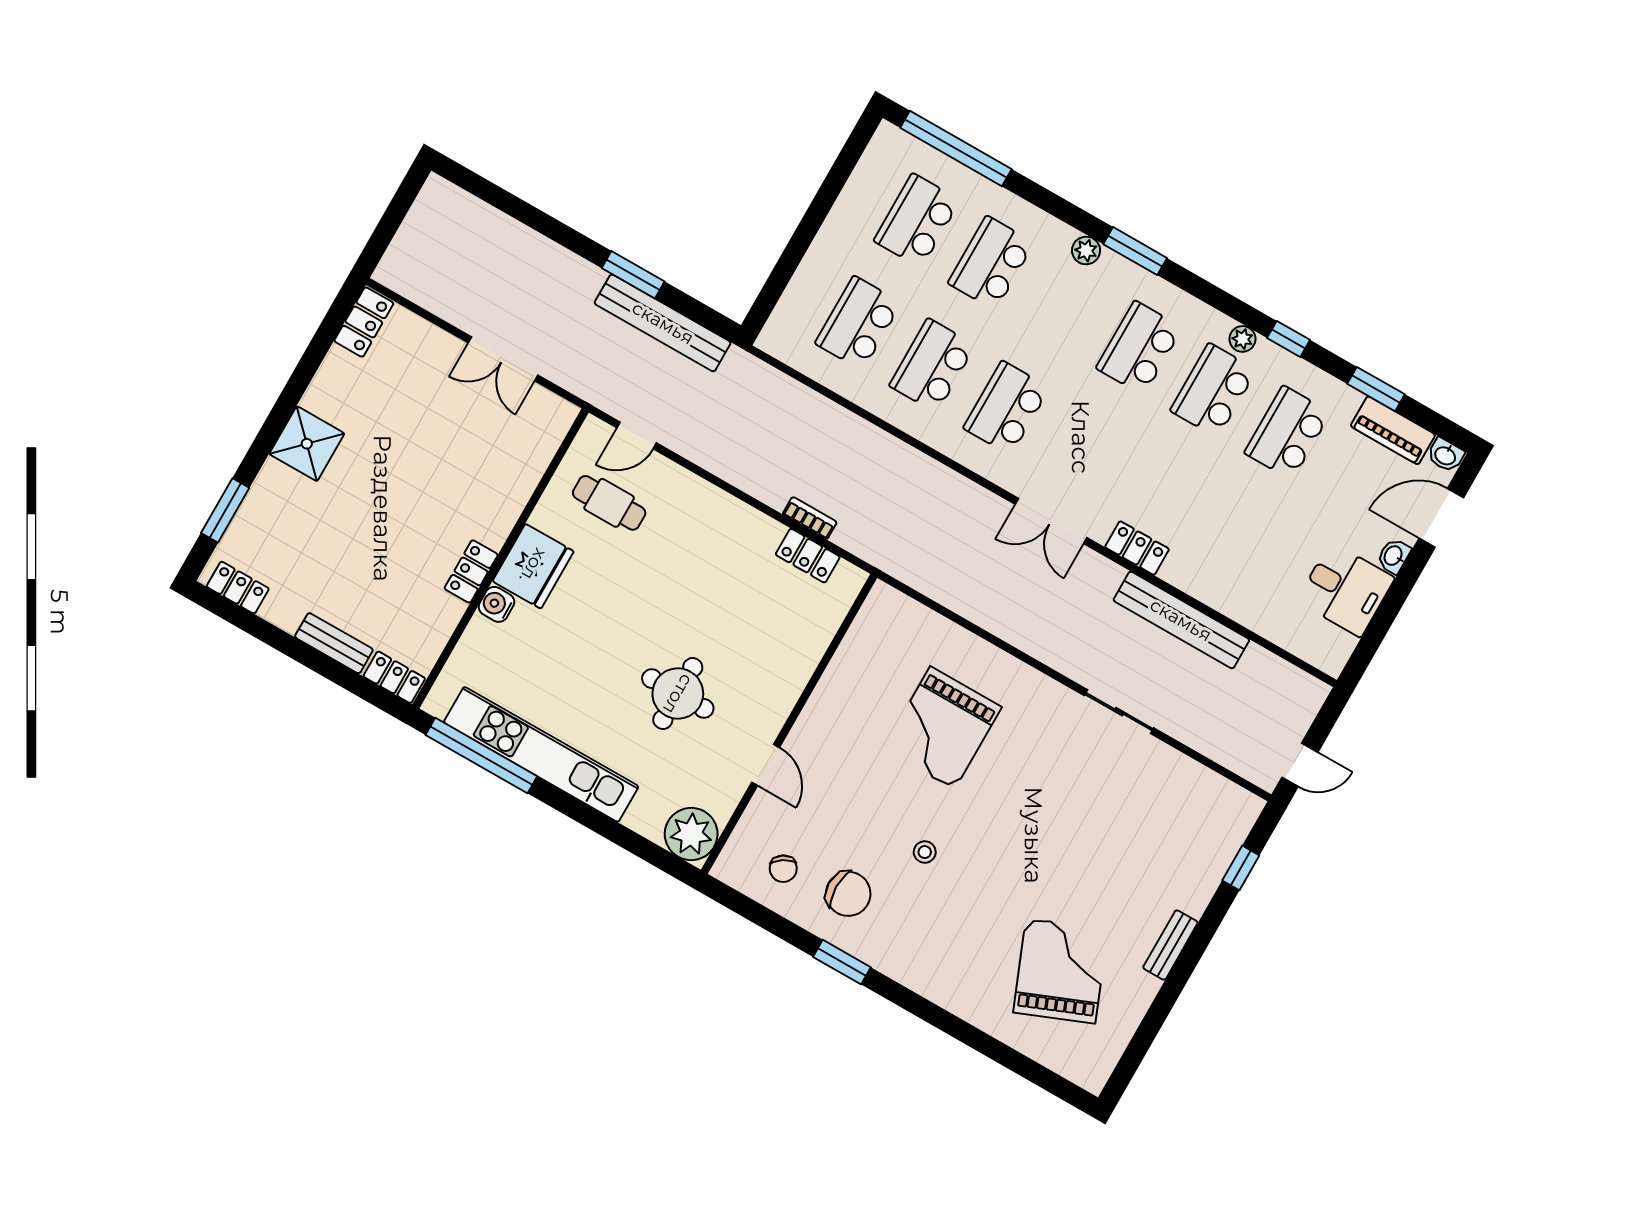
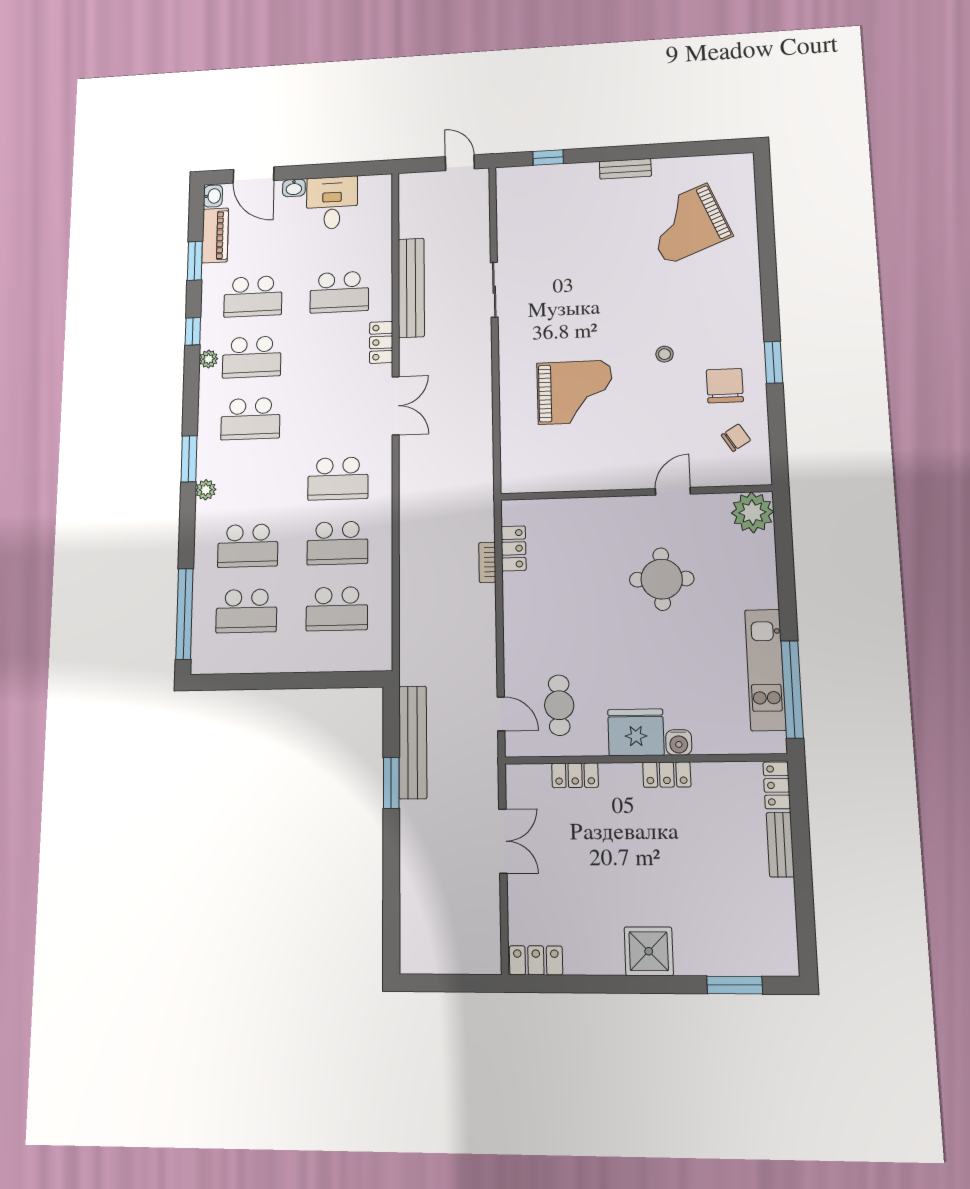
school desk: (1229, 535) -> (339, 292), added
locker: (238, 588) -> (575, 775), moved, turned -90
kitchen unit: (541, 754) -> (765, 670), width x0.73

